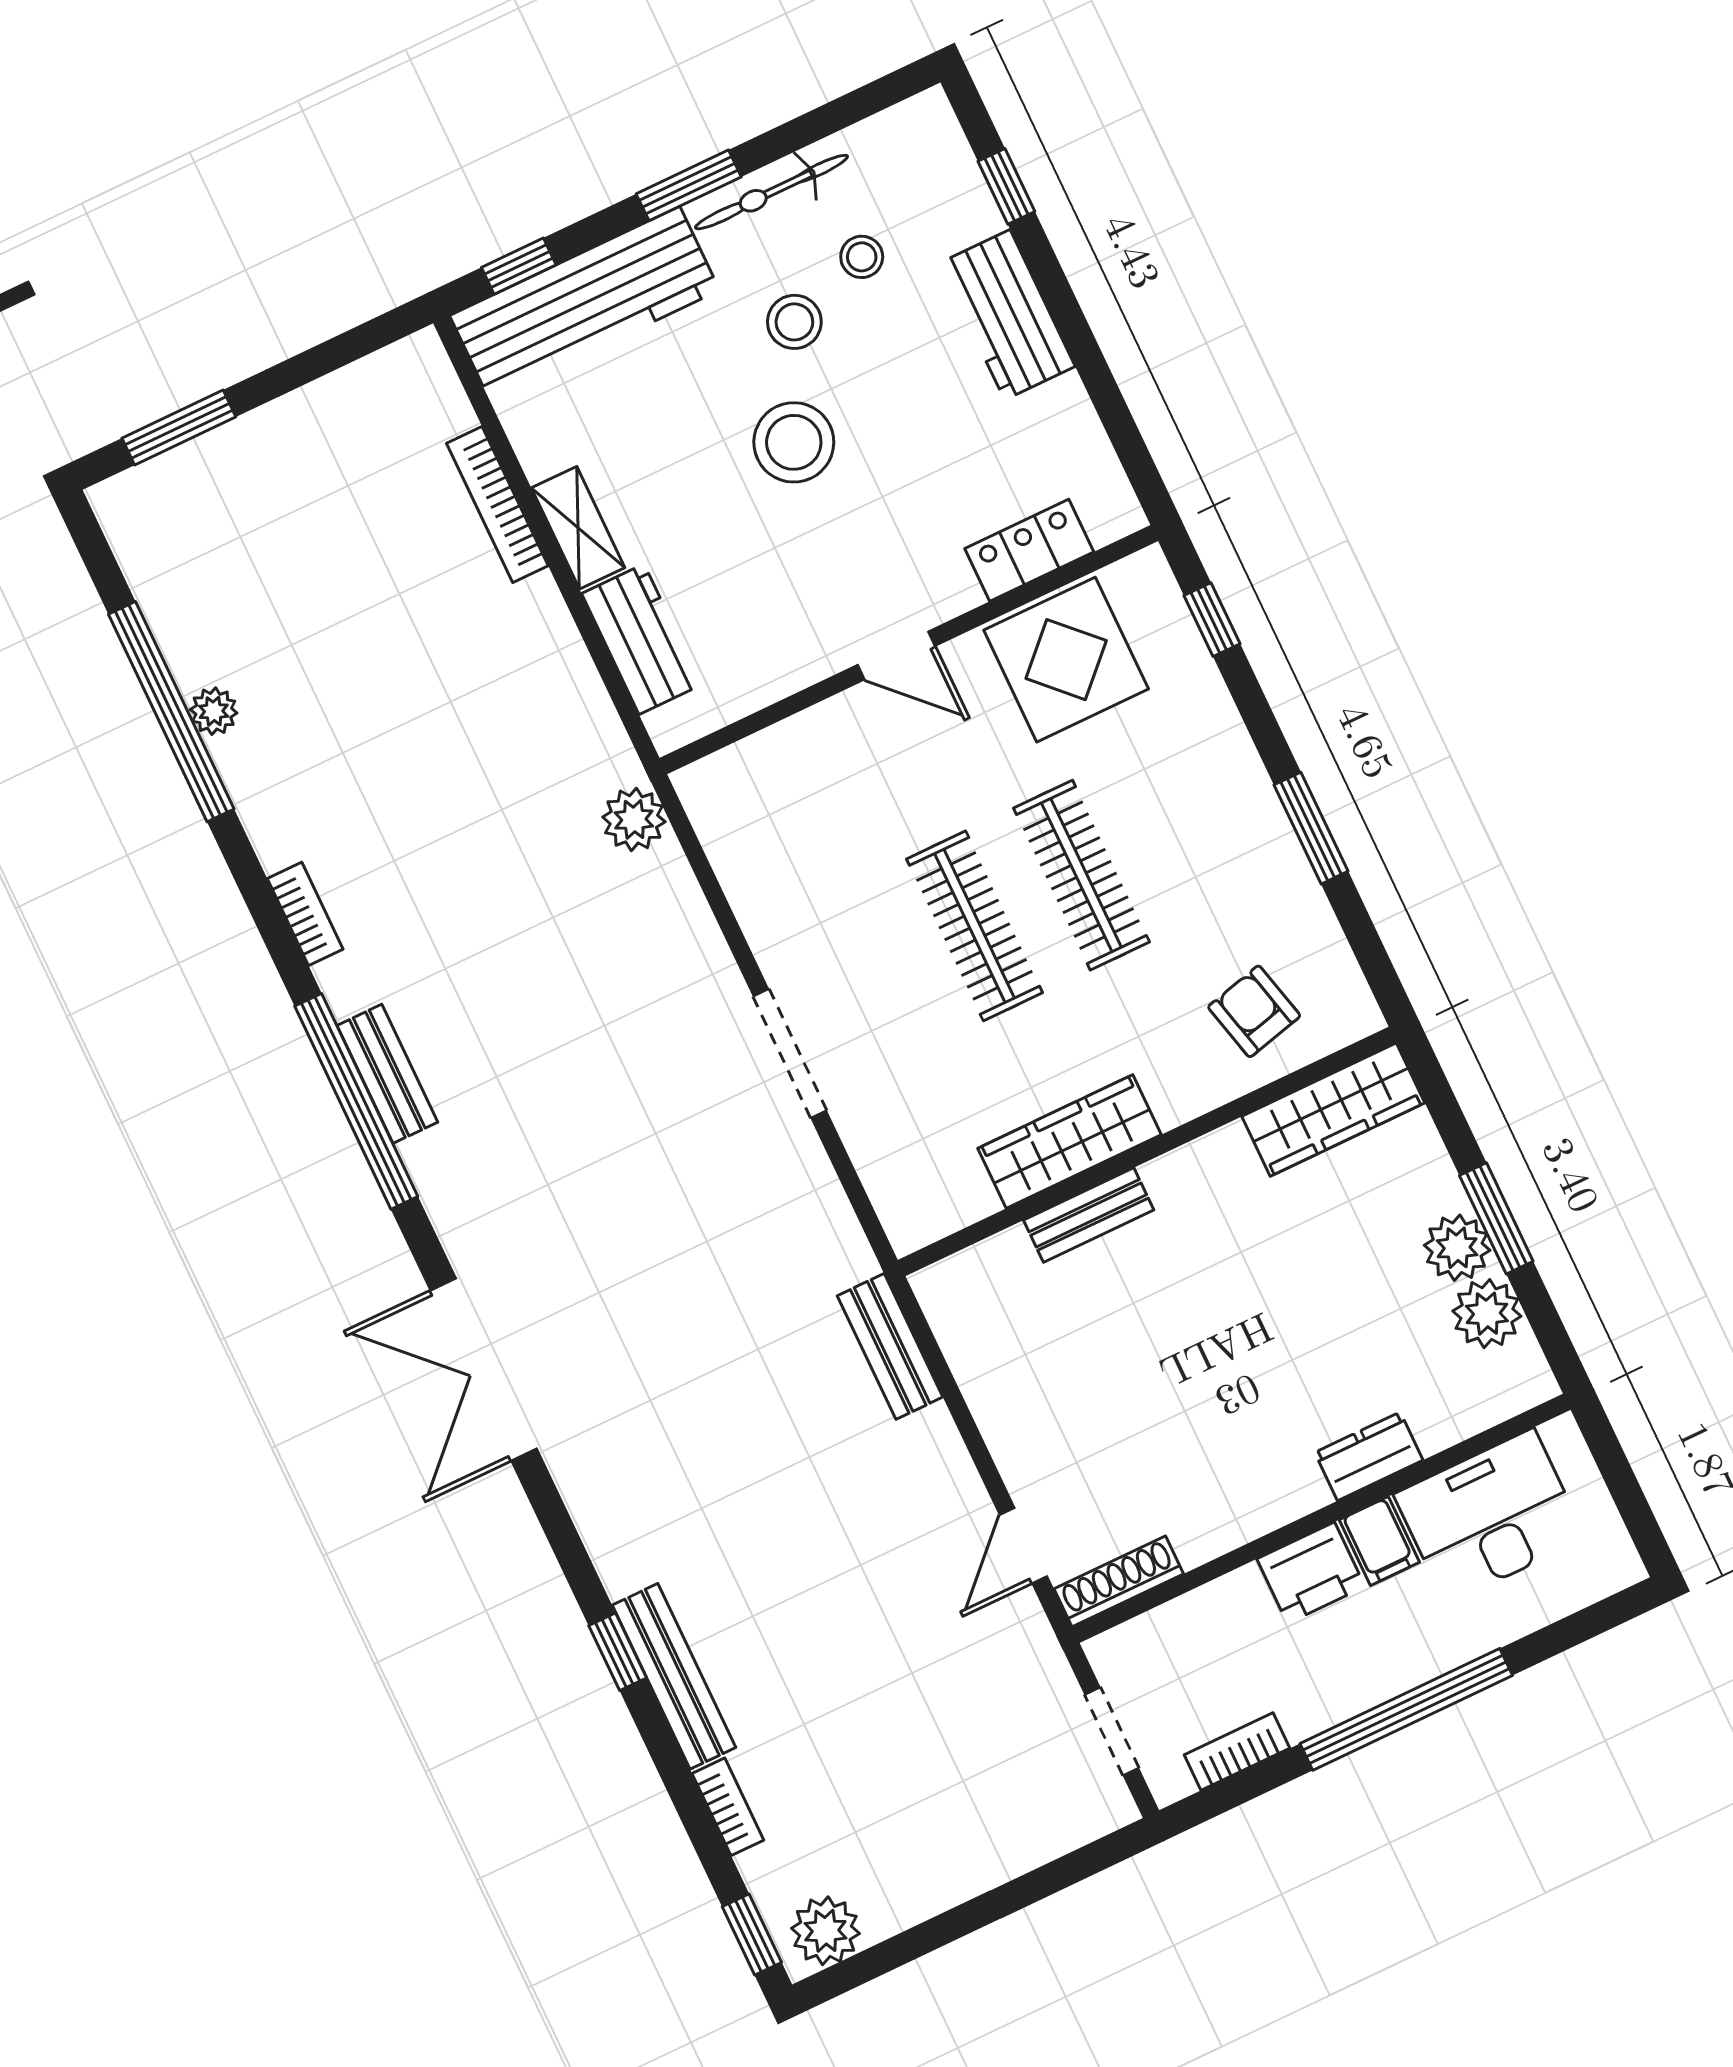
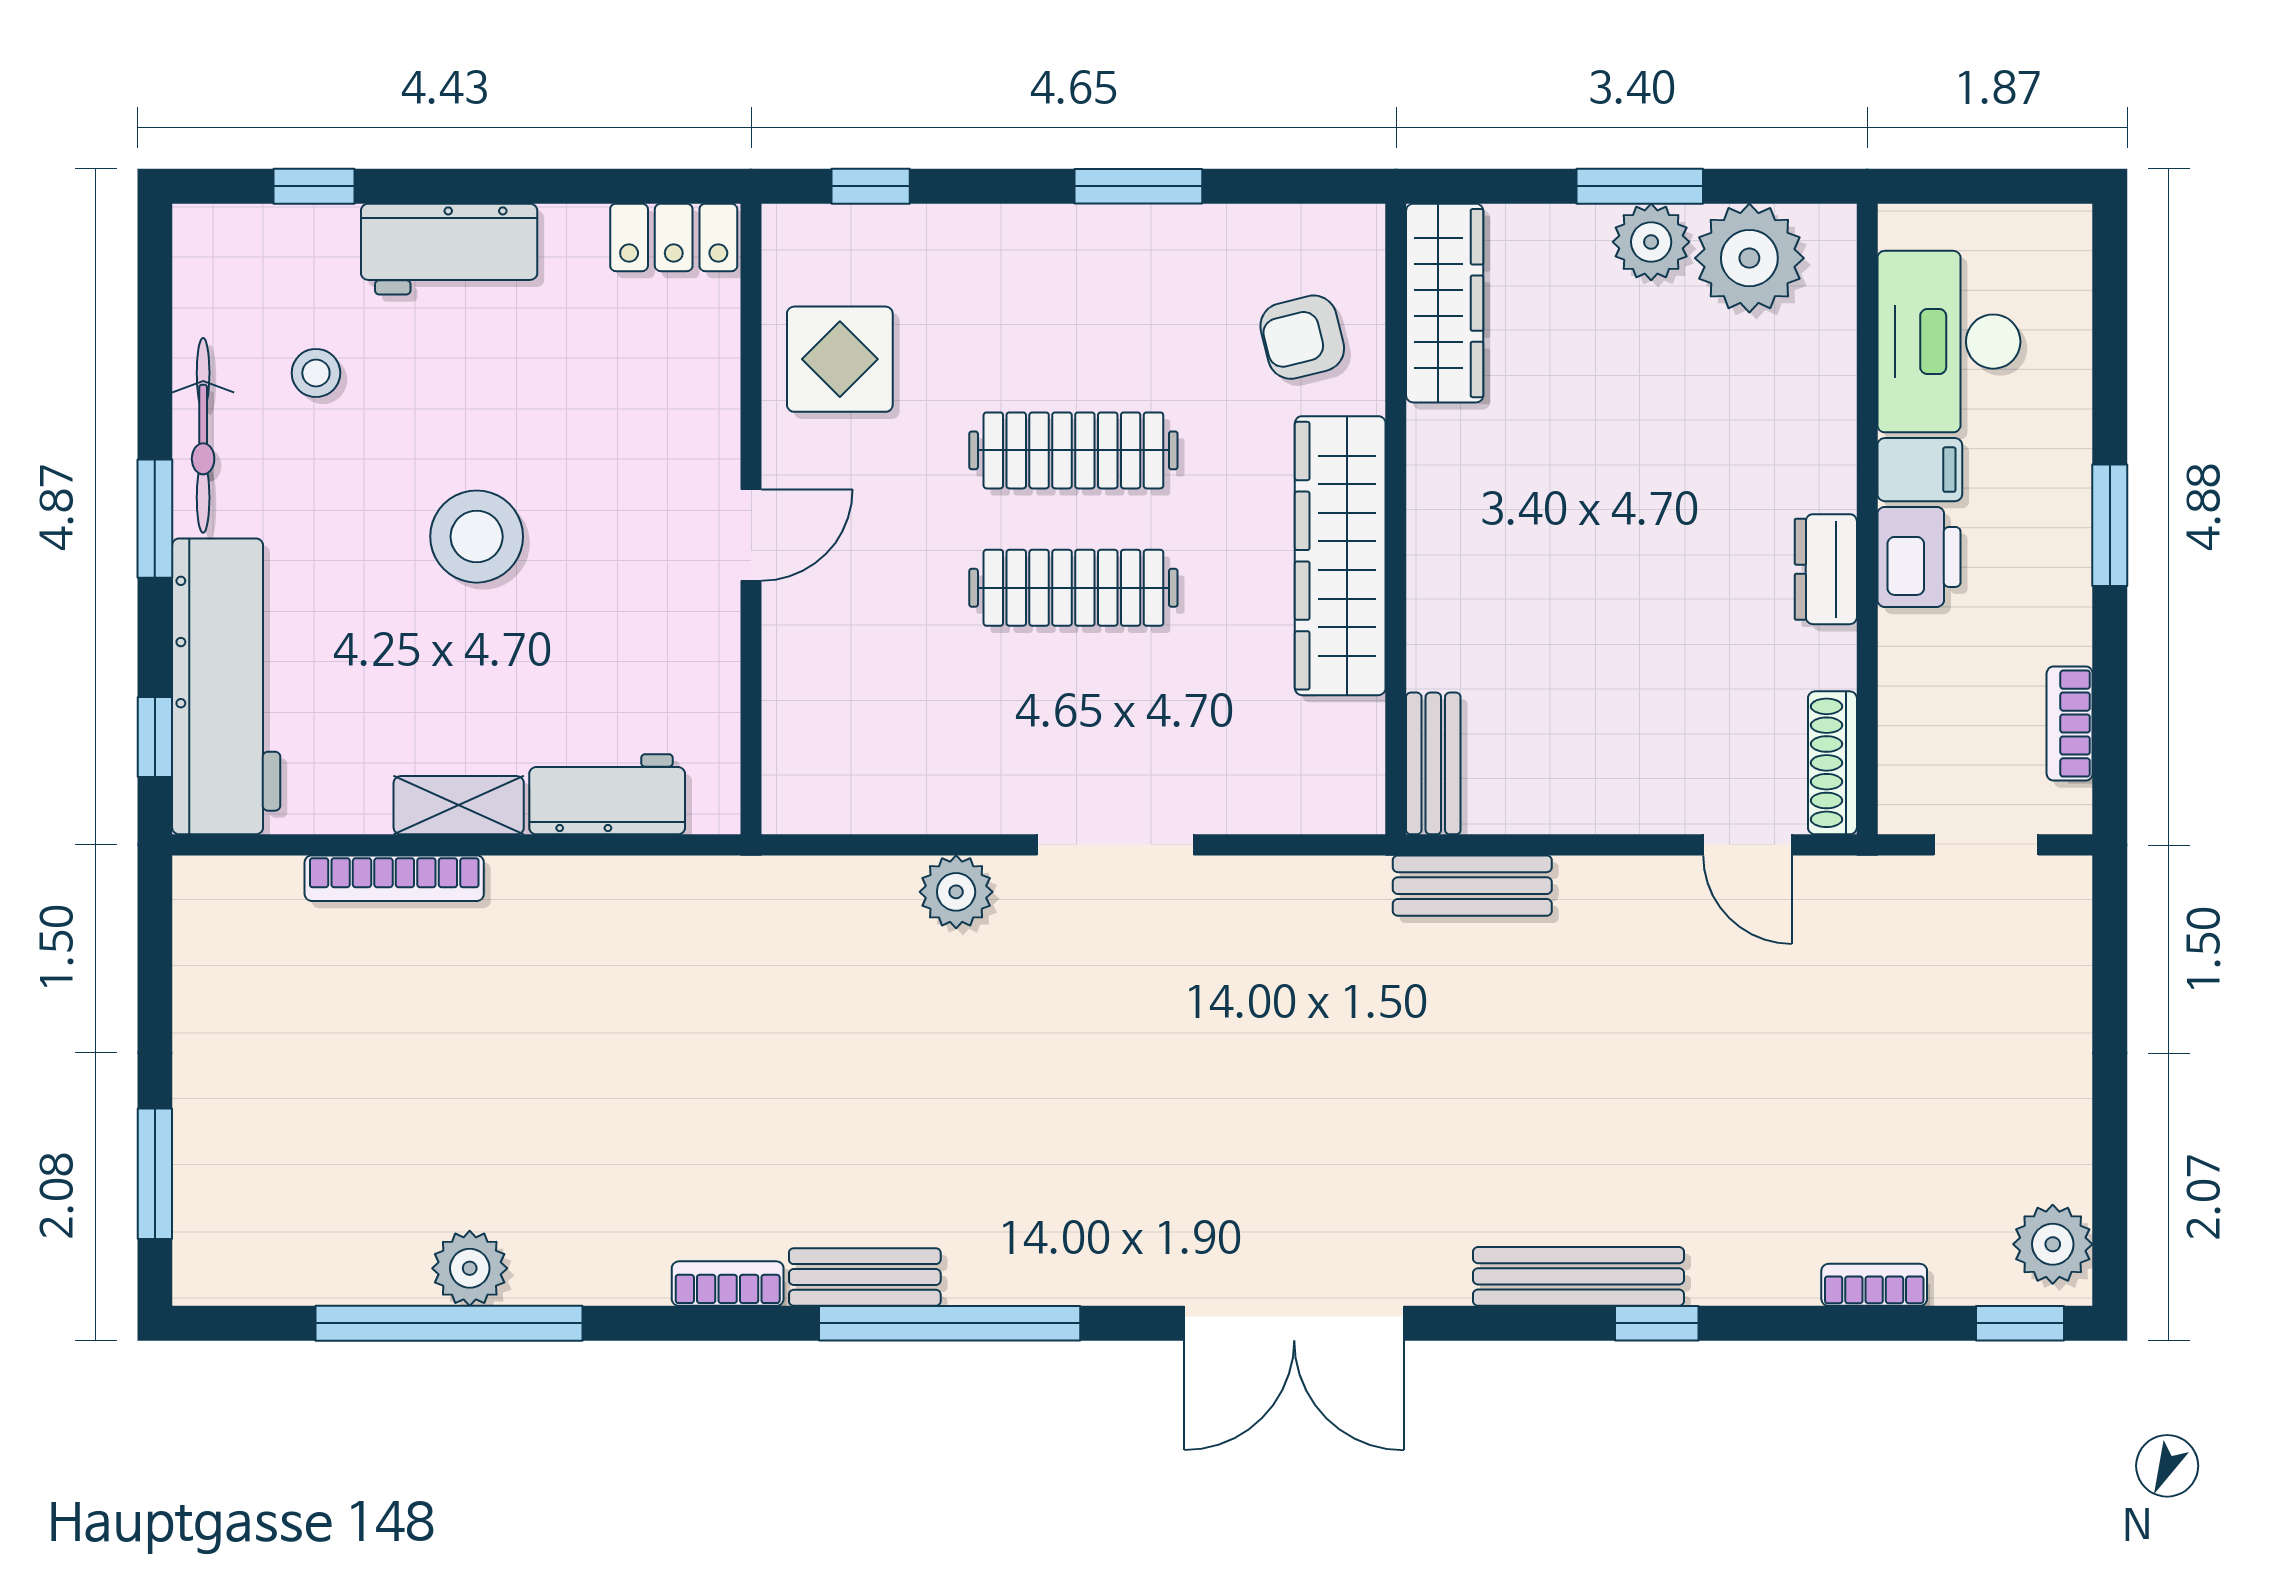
stool: (794, 322) -> (351, 476), removed
locker: (1029, 550) -> (674, 237), moved, turned -90
display table: (1066, 660) -> (840, 359), width x0.73, depth x0.73
plant: (214, 711) -> (470, 1268), width x1.38, depth x1.38
plant: (634, 819) -> (956, 892), moved
bench: (387, 1074) -> (865, 1277), moved
wardrobe: (1069, 1142) -> (1340, 556), width x1.40, depth x1.17
bench: (1089, 1215) -> (1433, 763), moved
plant: (1487, 1314) -> (1749, 258), width x1.36, depth x1.36
dresser: (1369, 1456) -> (1826, 569), moved
bench: (674, 1676) -> (1579, 1276), moved
window: (1406, 1709) -> (2110, 525), width x0.47

